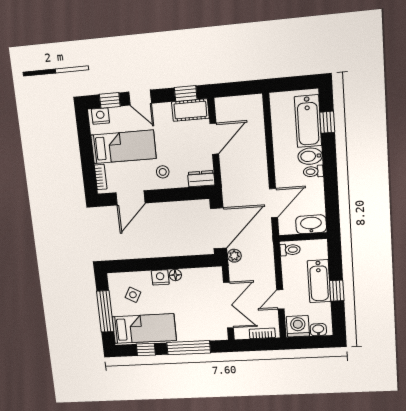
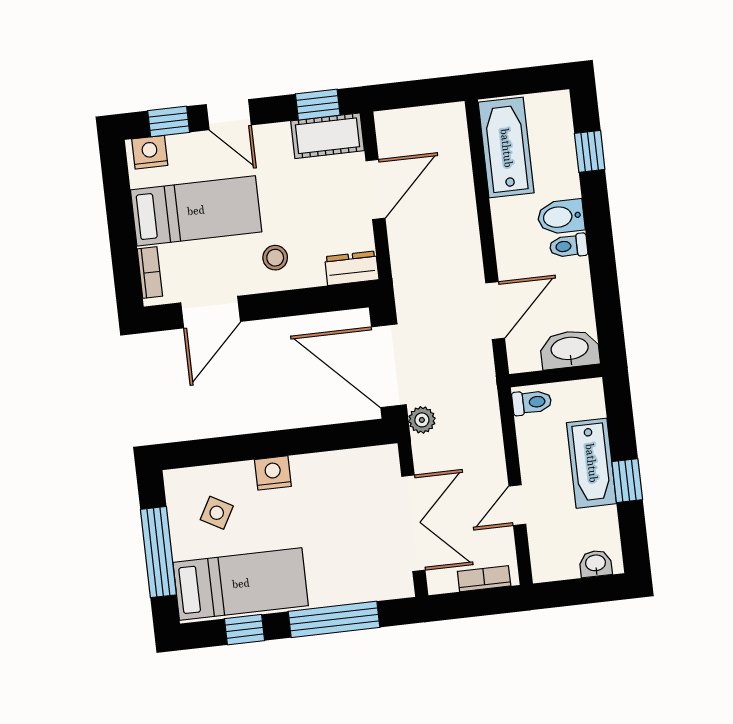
bathtub: (308, 121) -> (506, 148), moved, turned 180
door: (219, 228) -> (389, 366), swing flipped
floor lamp: (175, 275) -> (304, 466), removed
washing machine: (298, 326) -> (555, 559), removed

